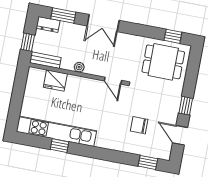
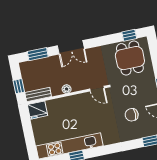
dresser: (48, 24) -> (29, 66), removed
dining table: (163, 62) -> (130, 58), turned 90
fridge: (55, 80) -> (37, 110), moved

